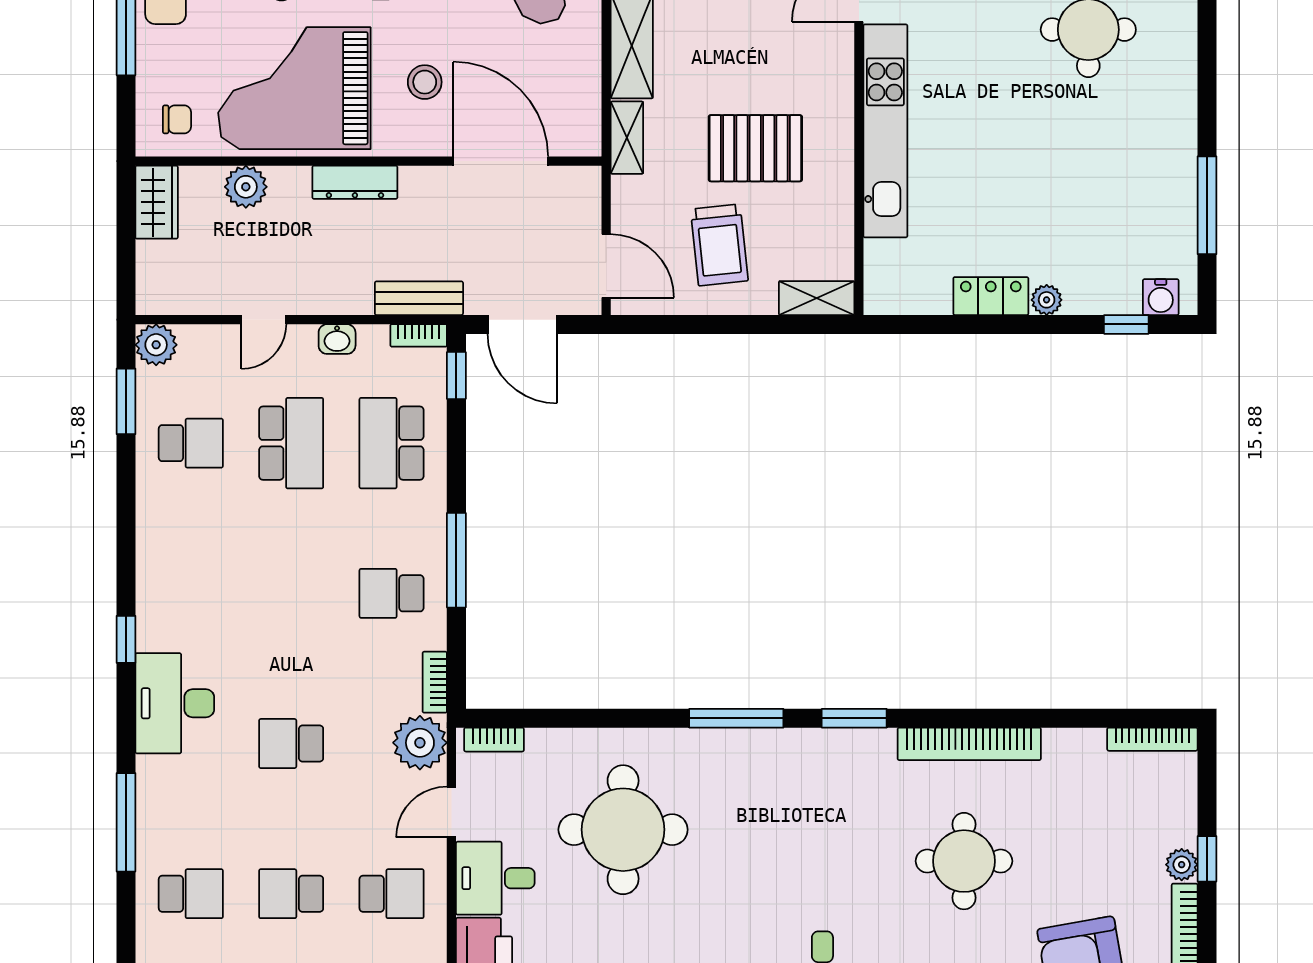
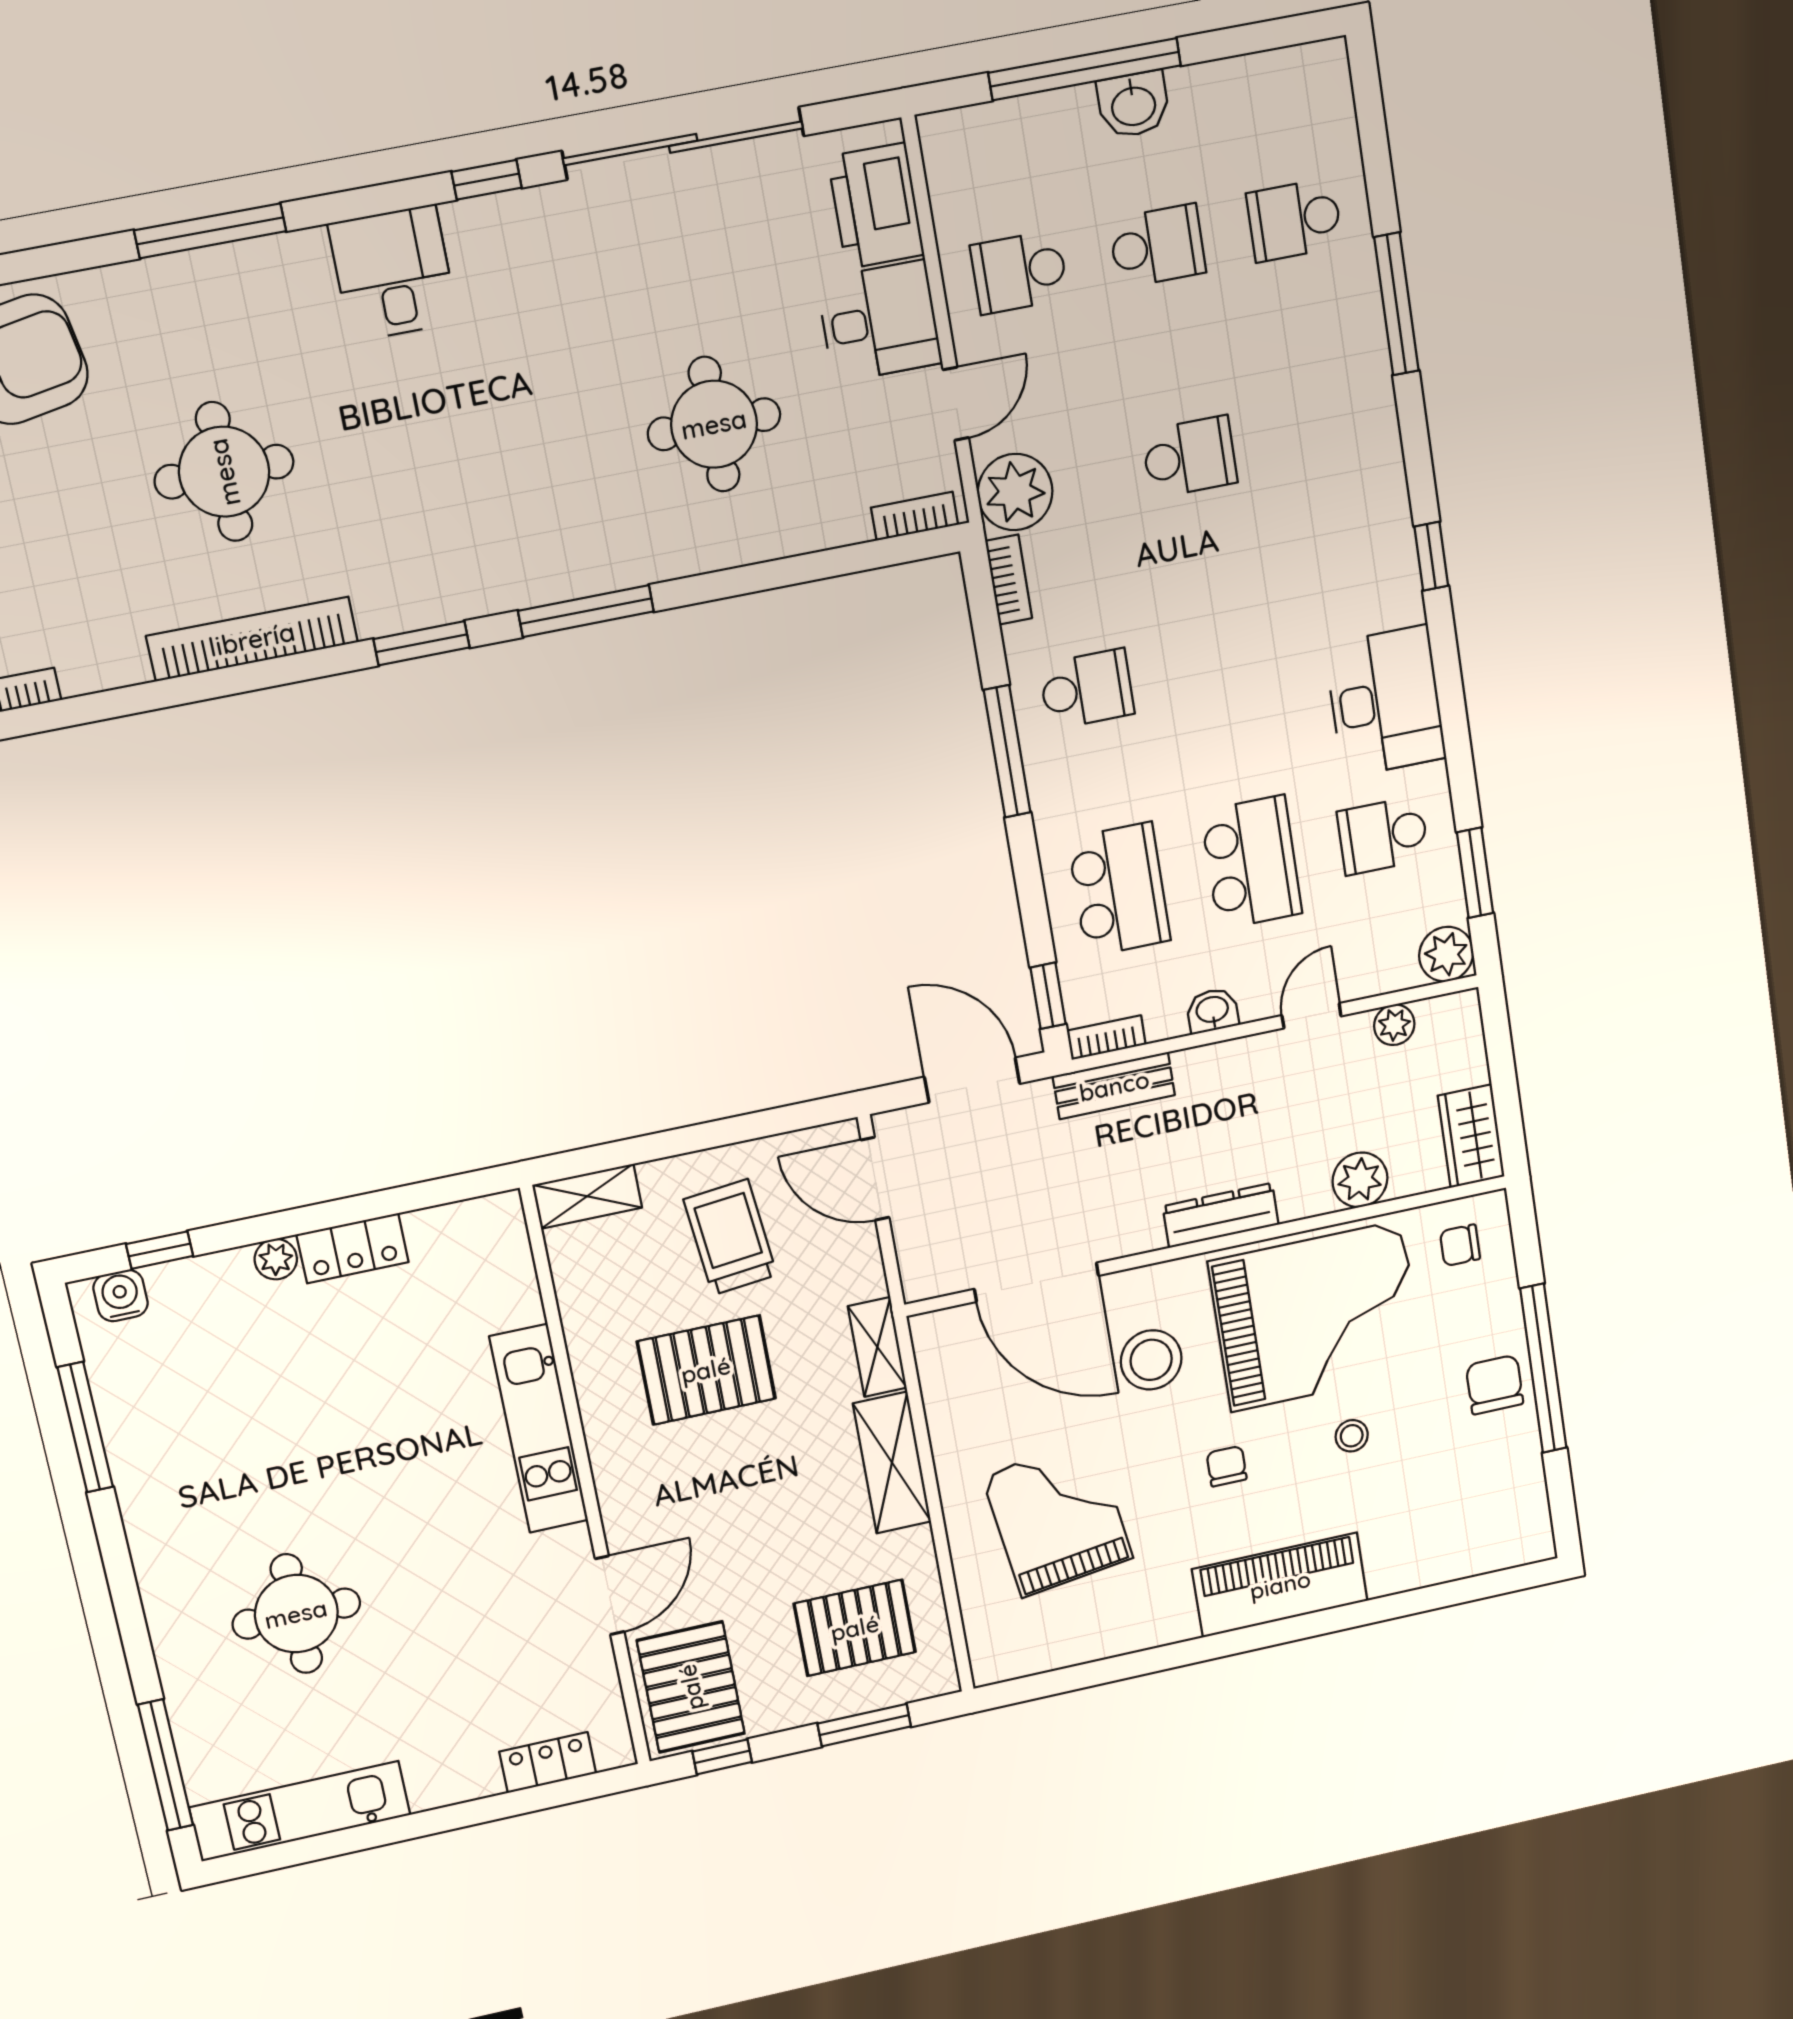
stool: (425, 82) -> (1151, 1360), width x1.38, depth x1.38
kitchen unit: (885, 131) -> (539, 1429), width x0.73
plant: (203, 300) -> (1394, 1025), added
school desk: (291, 443) -> (1251, 862), turned 180
desk: (175, 703) -> (1385, 701), moved
round table: (623, 830) -> (714, 424), width x0.73, depth x0.73

